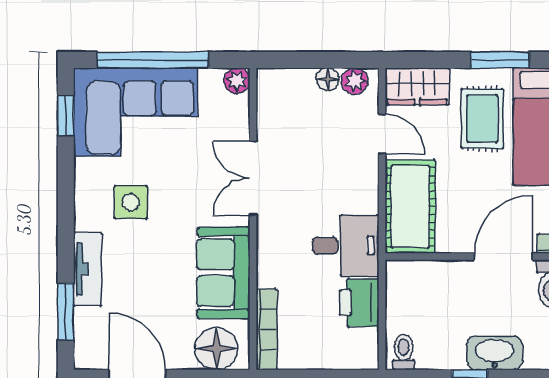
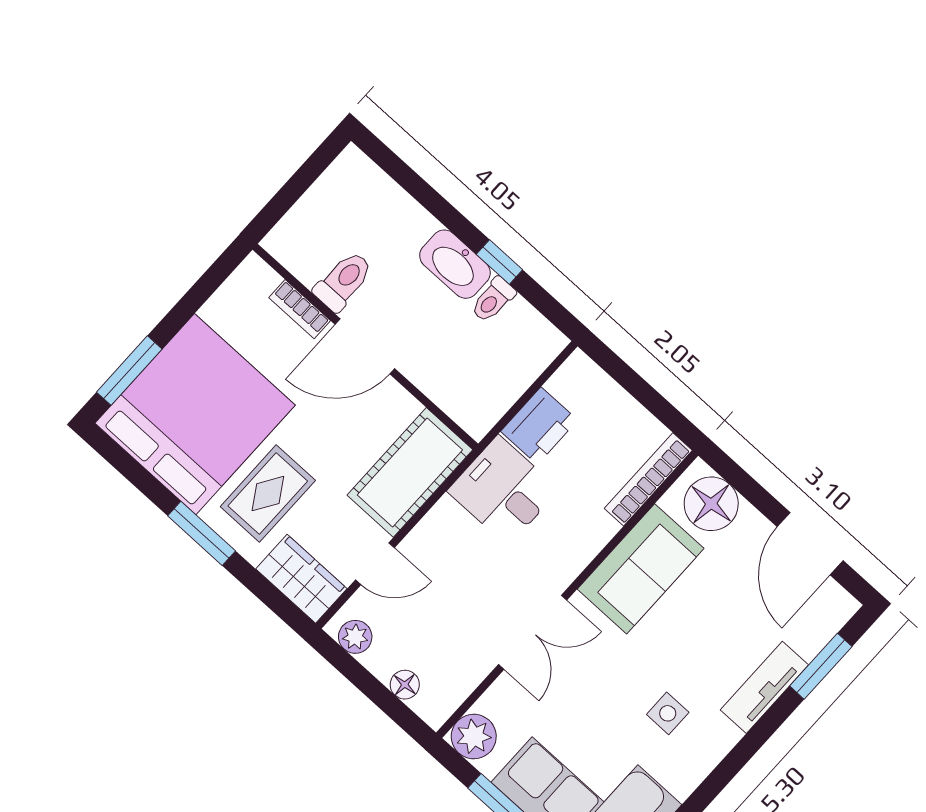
floor lamp: (328, 79) -> (405, 685), moved
plant: (237, 81) -> (474, 736), width x1.38, depth x1.38
door: (382, 134) -> (375, 564), swing flipped
side table: (131, 202) -> (668, 713), width x0.73, depth x0.73
toilet: (404, 352) -> (493, 300), moved

